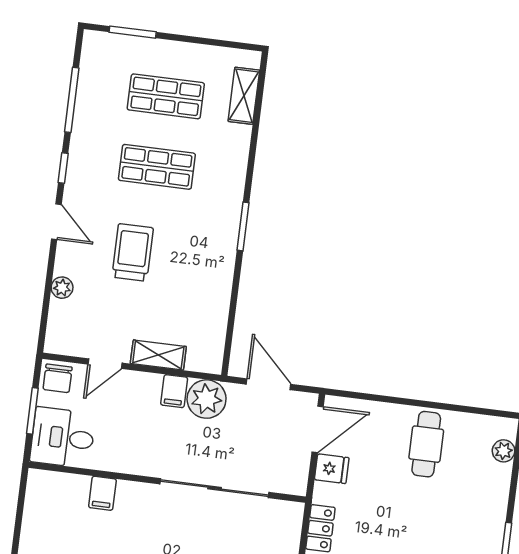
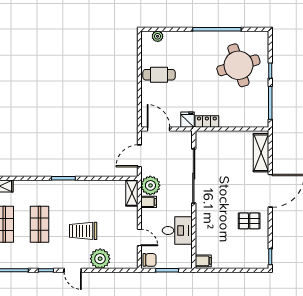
door: (56, 222) -> (73, 270), swing flipped
plant: (62, 288) -> (100, 259), width x1.87, depth x1.87
shelving: (158, 355) -> (132, 193), moved
desk: (63, 438) -> (177, 230), moved, turned -90
fridge: (332, 469) -> (187, 120), moved
filing cabinet: (102, 493) -> (203, 261), moved

